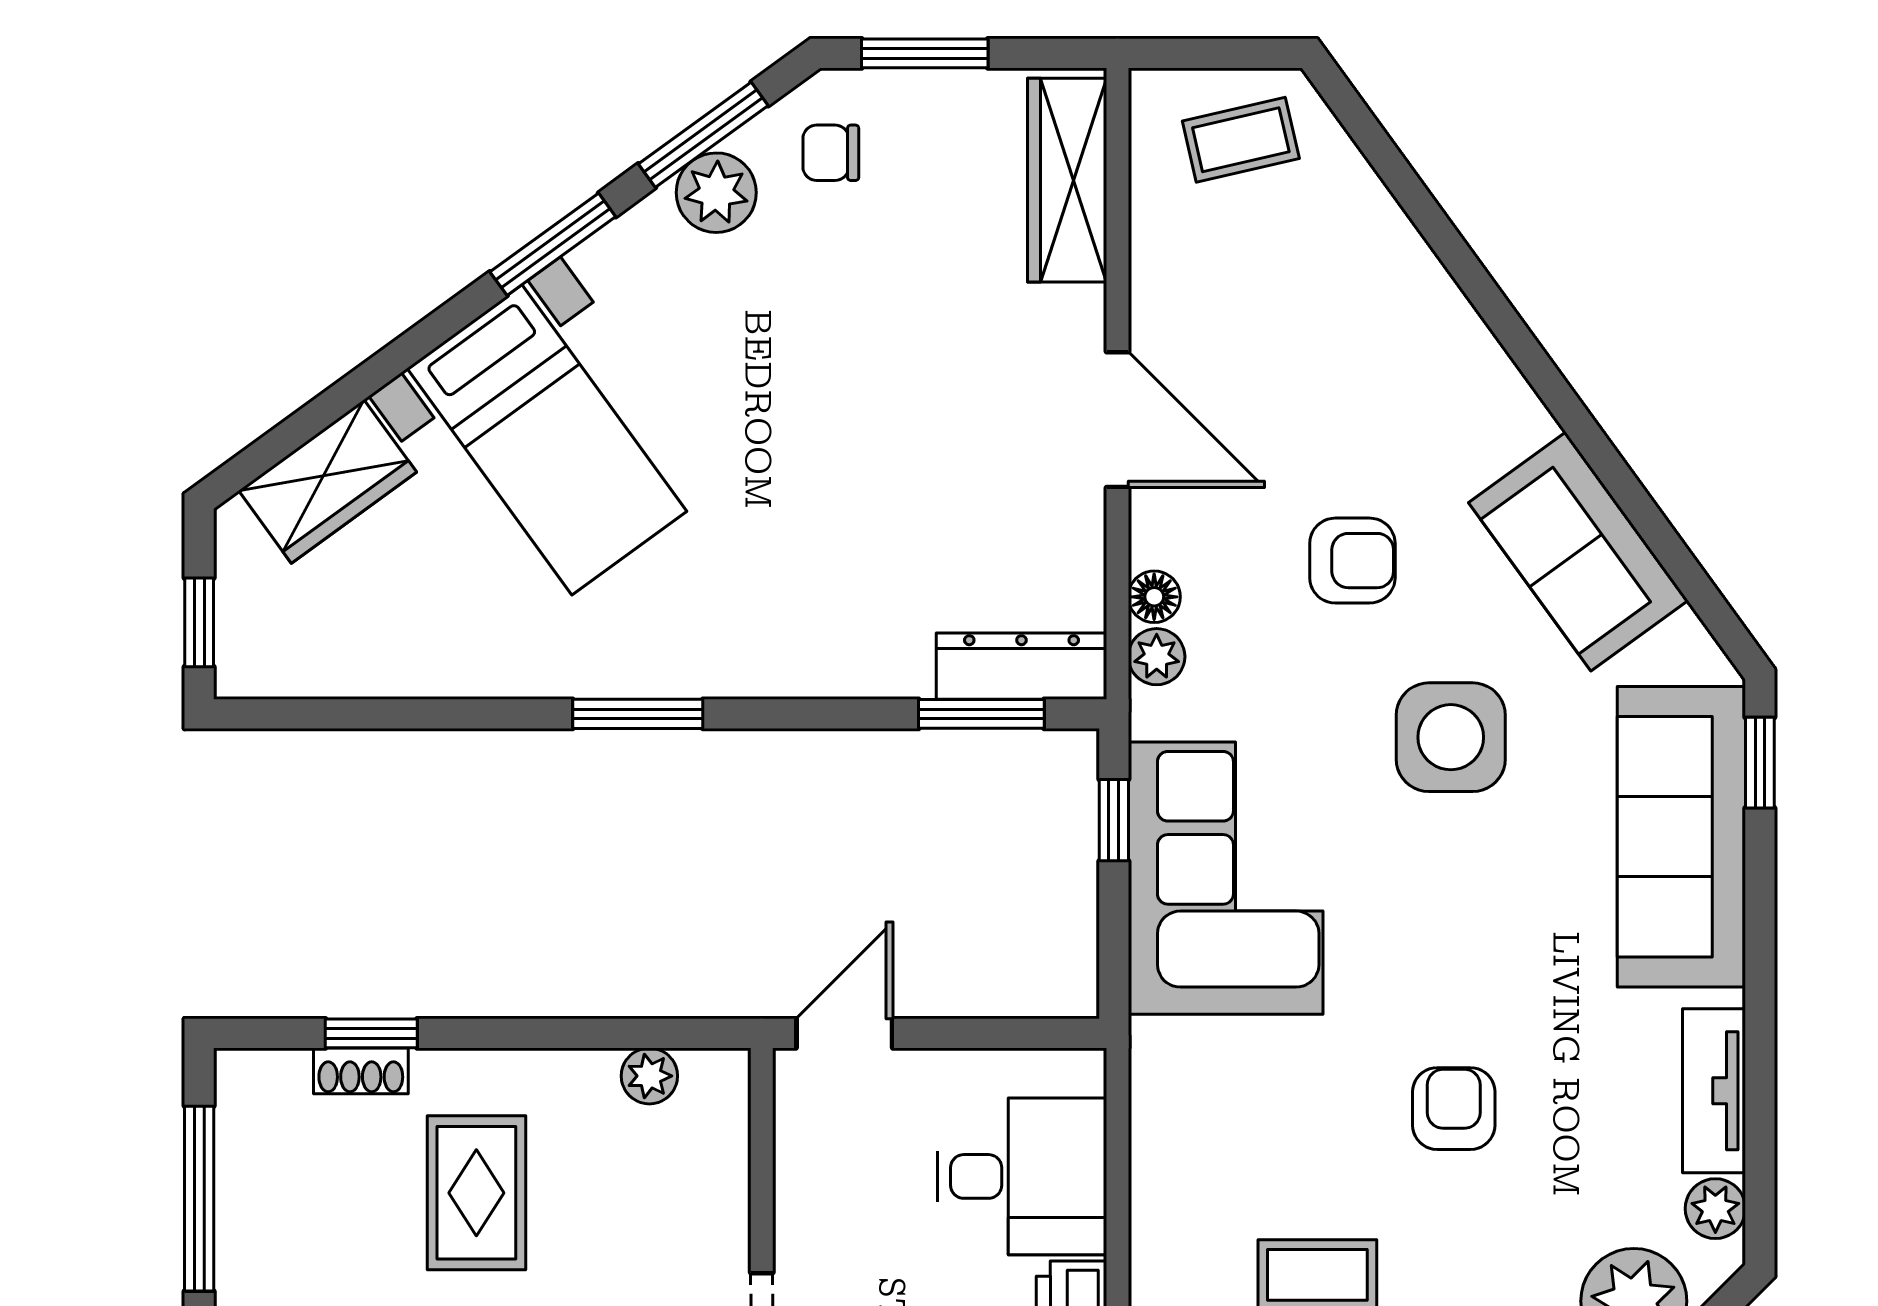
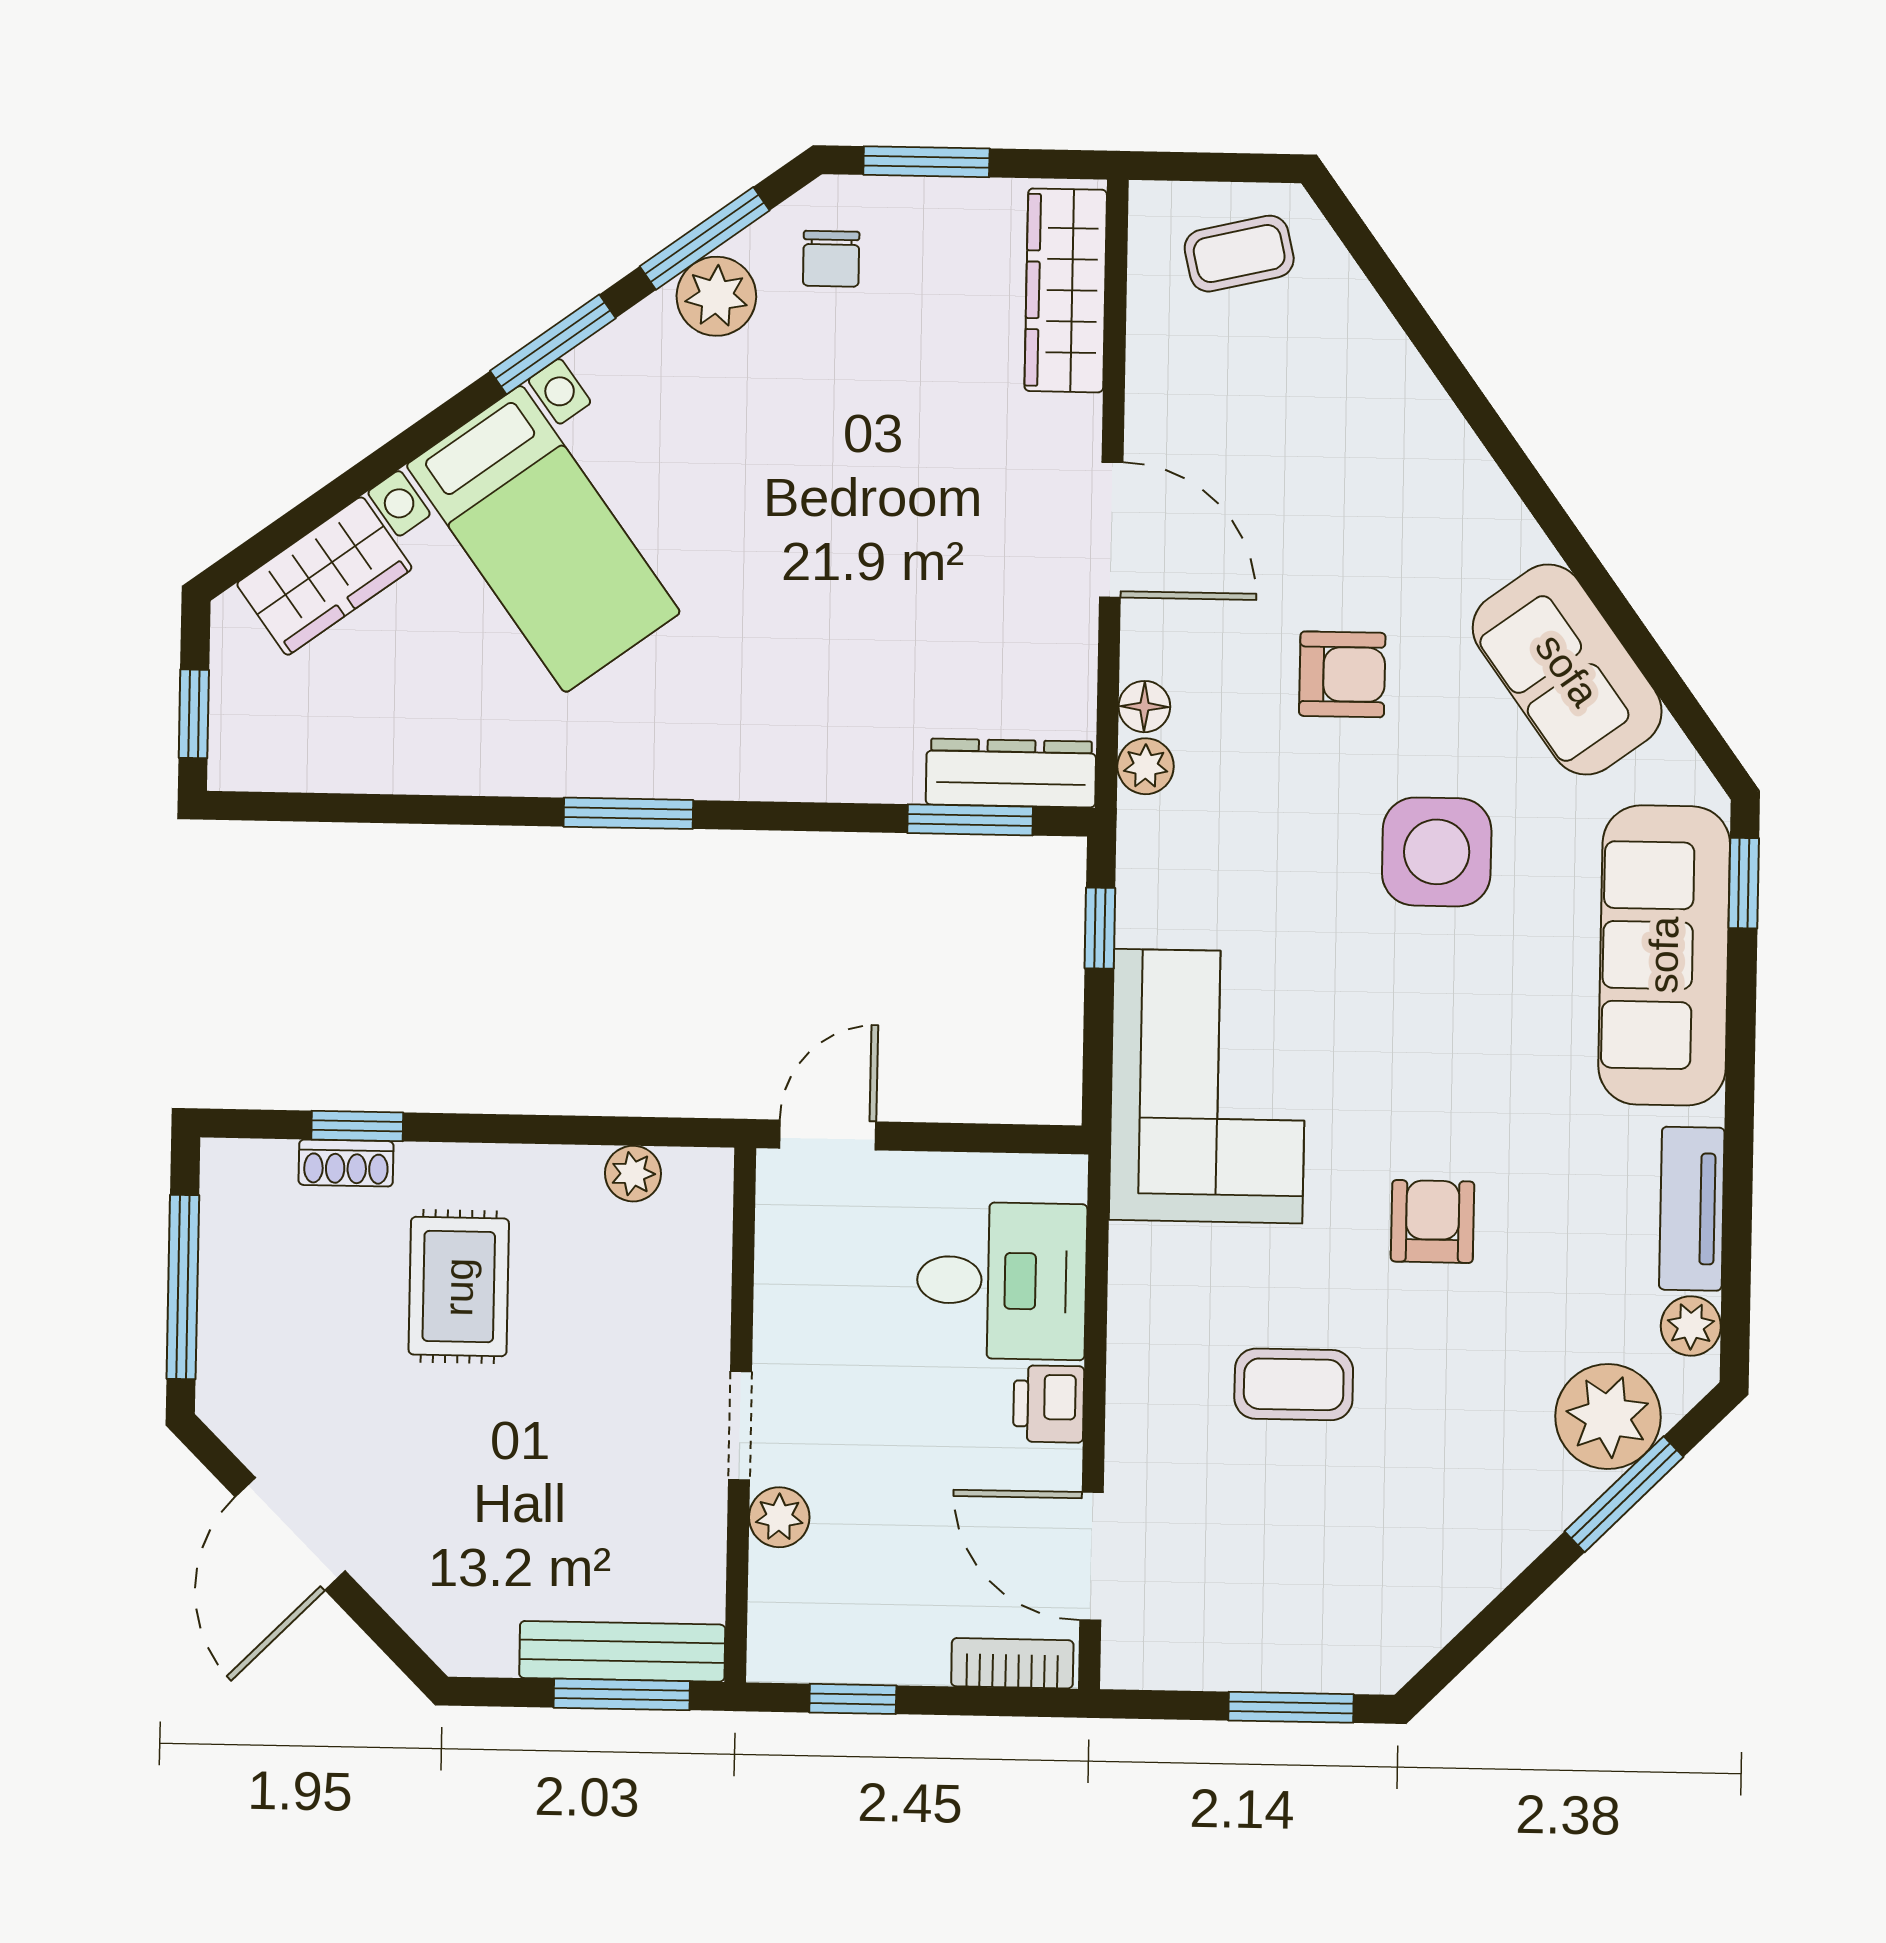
chair: (831, 153) -> (831, 259), turned -90
corner sofa: (1226, 878) -> (1208, 1086), moved

